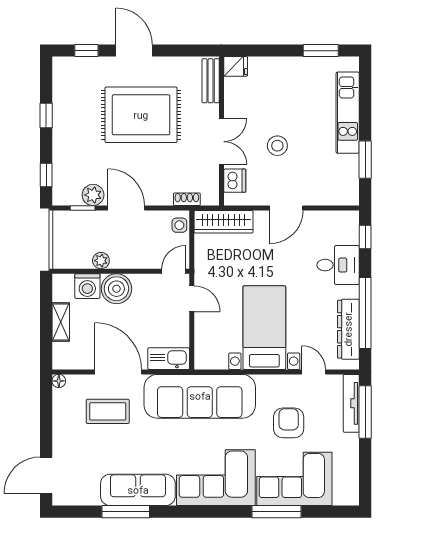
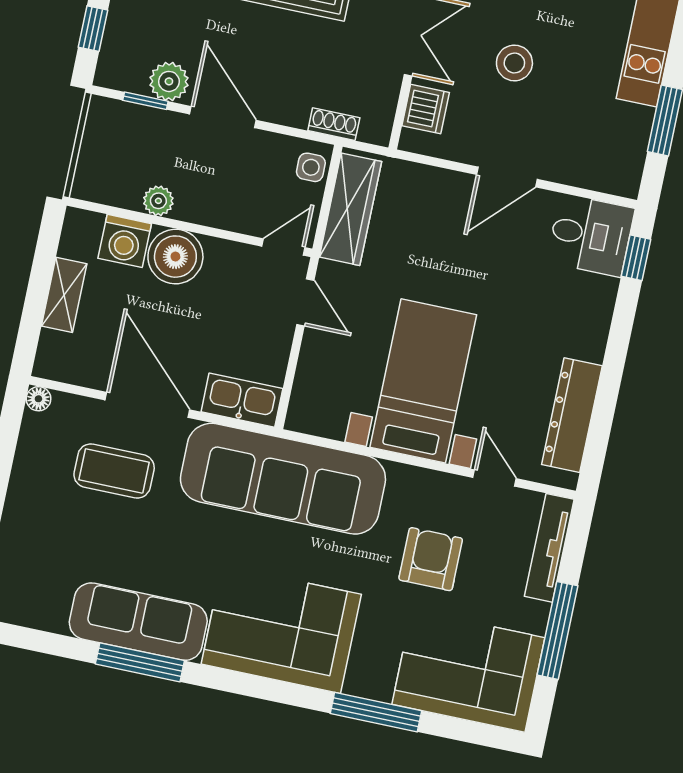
wardrobe: (224, 222) -> (350, 209), moved, turned -90
desk: (338, 265) -> (591, 235), moved
window: (365, 313) -> (608, 392), removed
window: (365, 412) -> (557, 630), moved
corner sofa: (294, 479) -> (468, 671), moved
window: (126, 512) -> (140, 662), moved

